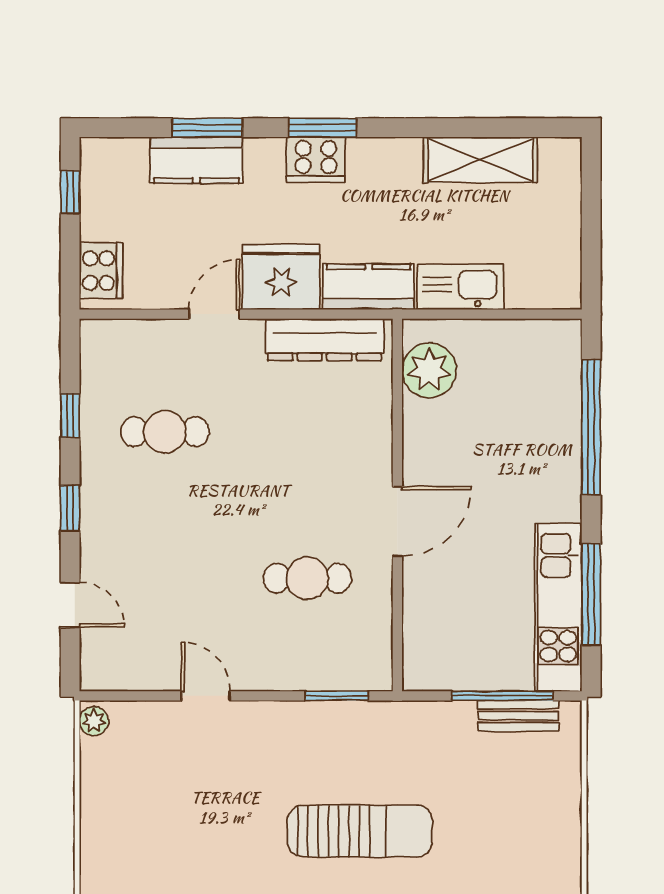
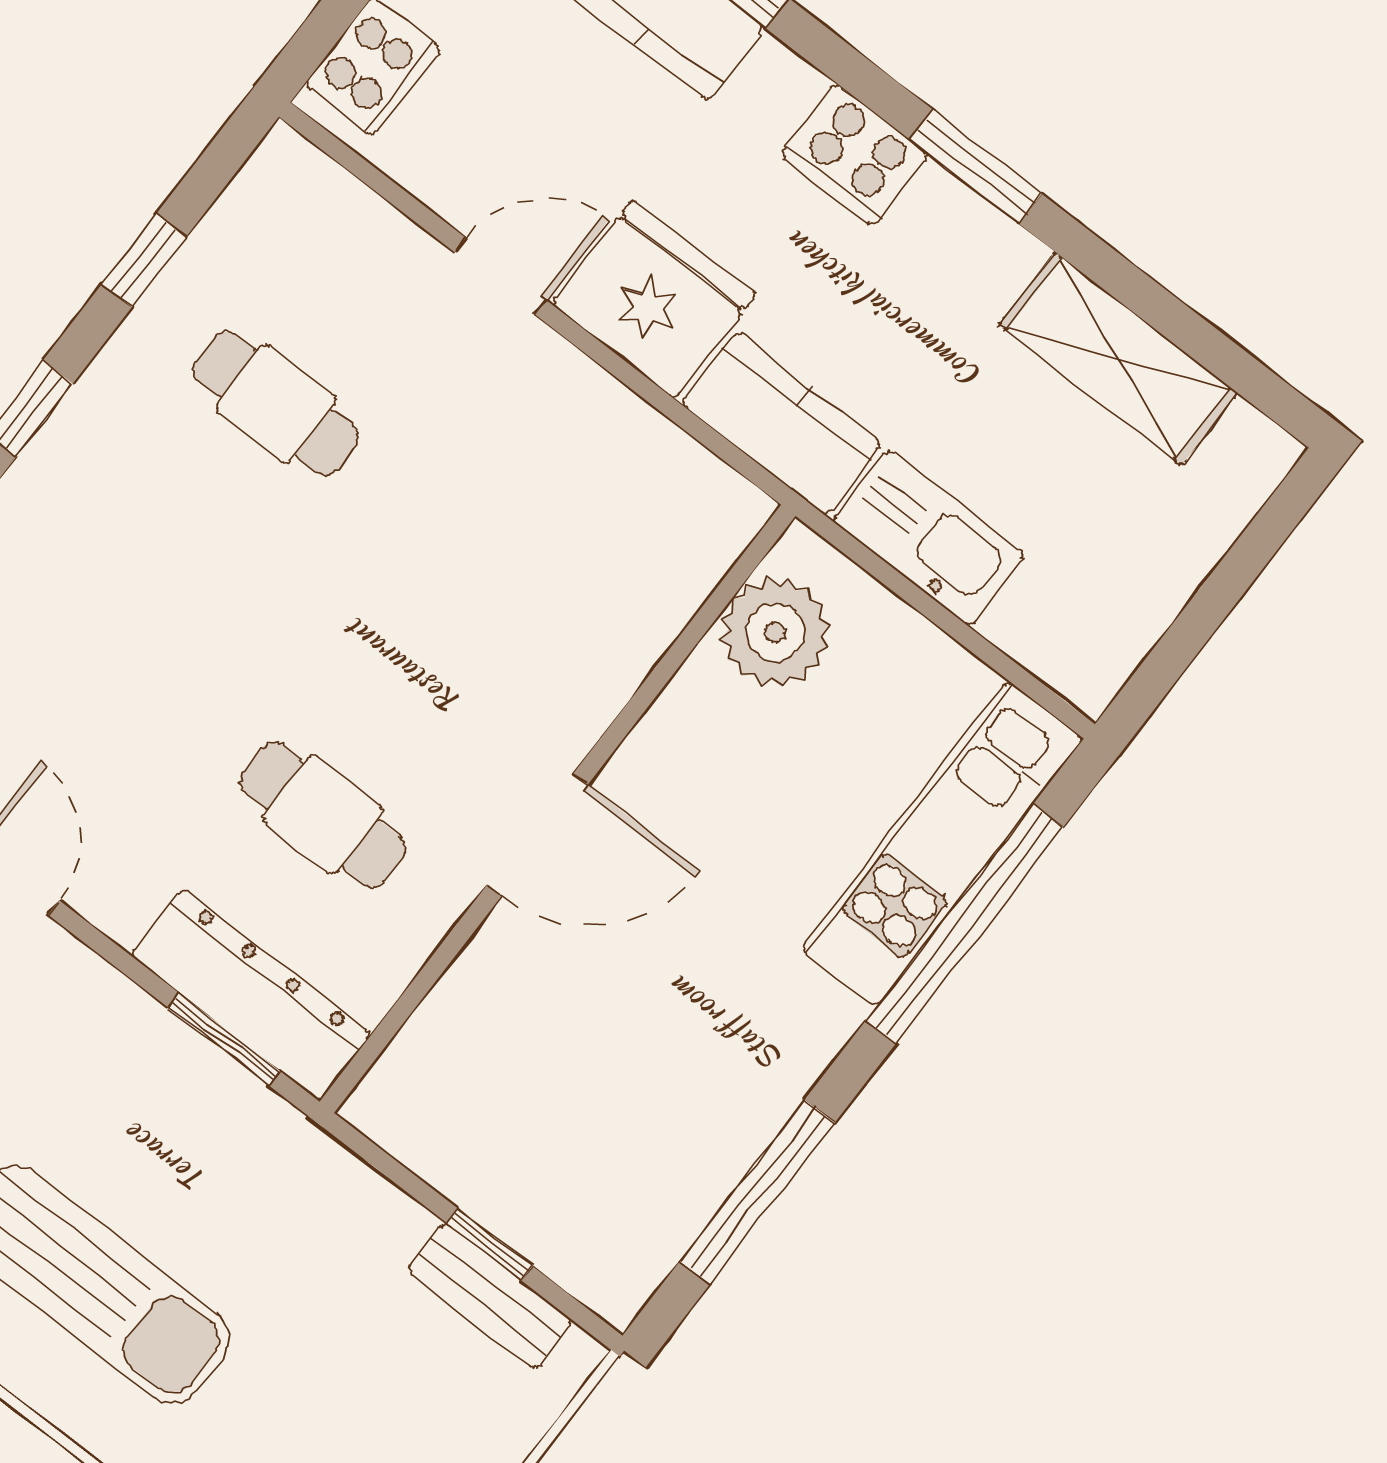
window: (322, 128) -> (976, 167), moved
dresser: (325, 340) -> (251, 995), moved, turned 180
kitchen unit: (558, 607) -> (942, 844), moved
window: (502, 696) -> (490, 1245), width x0.46

